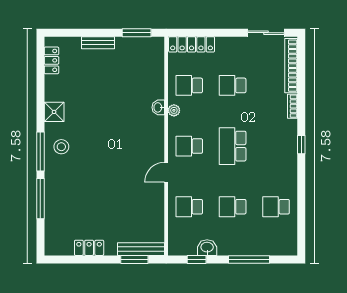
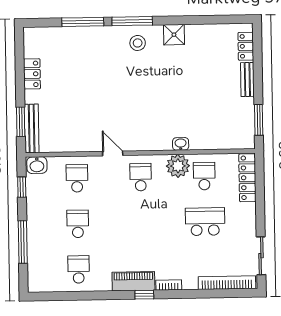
locker: (51, 60) -> (246, 46), moved, turned 90
school desk: (233, 85) -> (205, 222), width x1.85
bookcase: (292, 106) -> (169, 285), moved
plant: (174, 110) -> (178, 166), width x1.87, depth x1.87
school desk: (233, 146) -> (141, 223), removed
piano: (288, 155) -> (133, 281), added
washbasin: (207, 248) -> (37, 165), moved, turned 90

